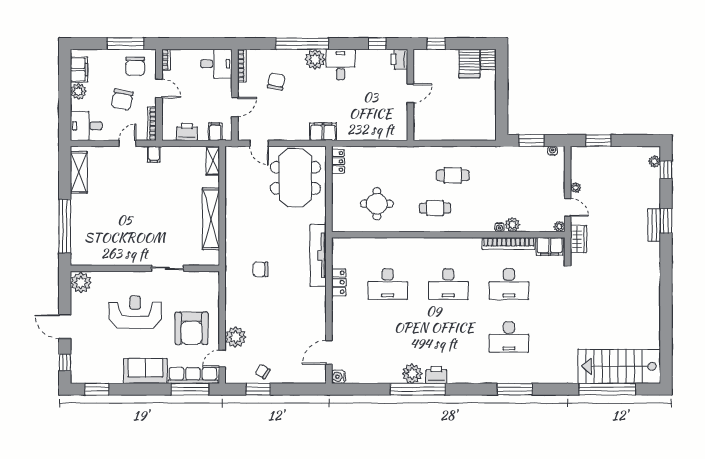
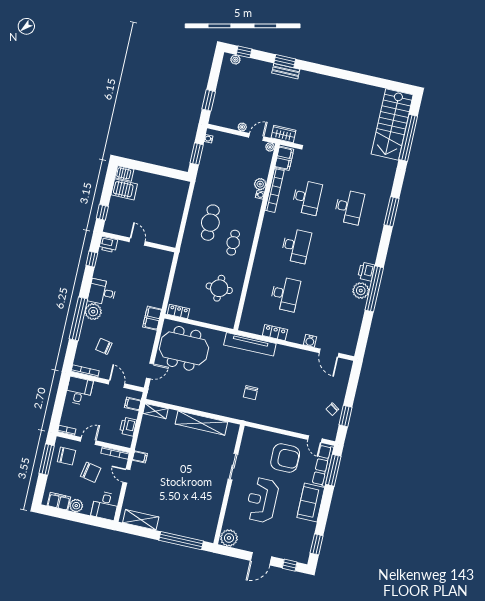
cafe table: (453, 175) -> (210, 223), width x1.37, depth x1.35
plant: (236, 337) -> (300, 425), removed
water cooler: (338, 377) -> (310, 341), moved

